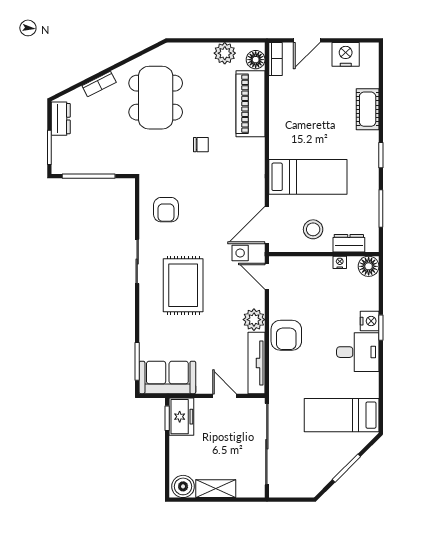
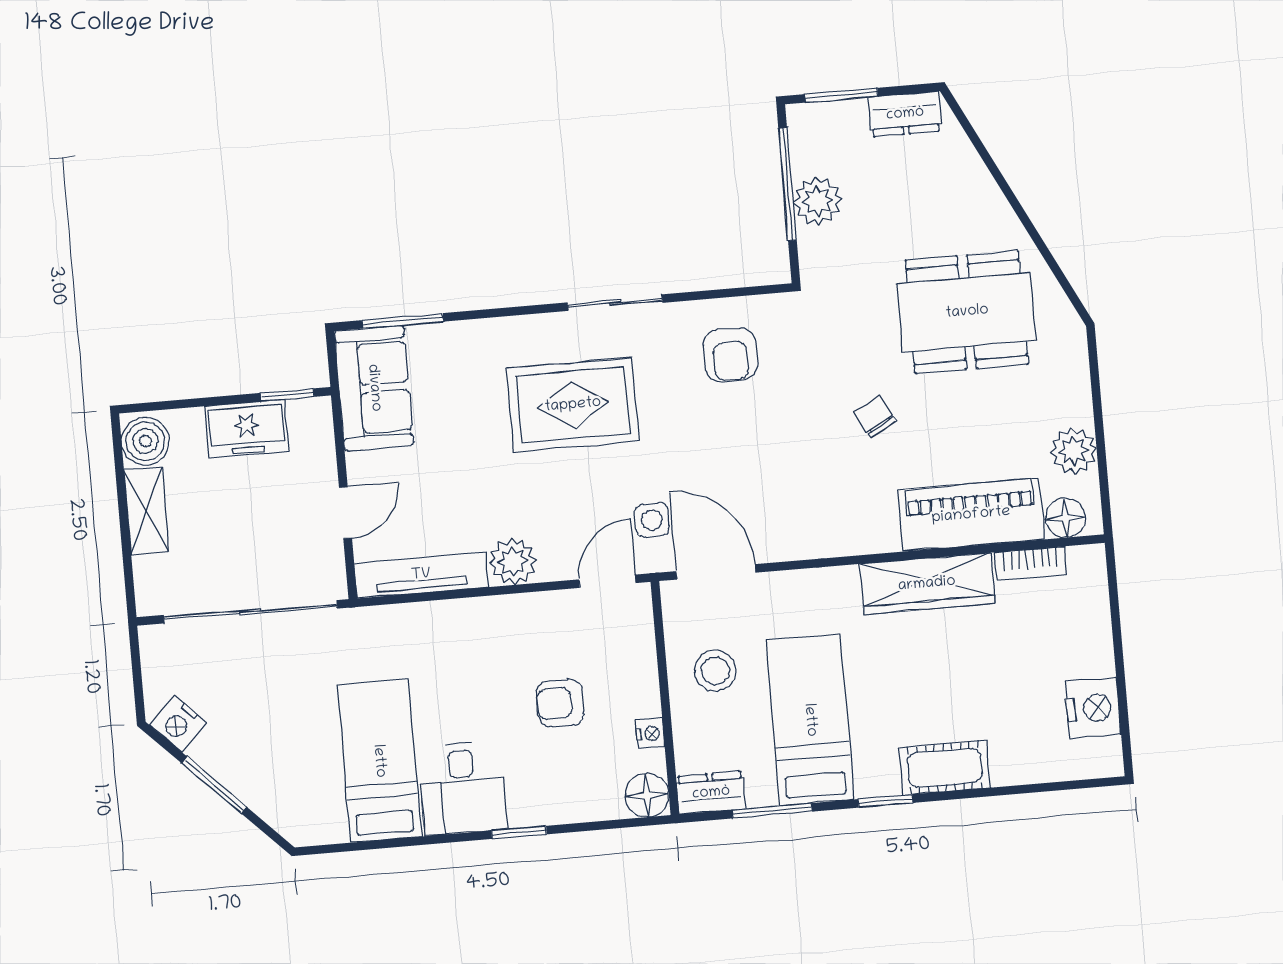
door: (307, 40) -> (1116, 623), removed
bookcase: (276, 59) -> (1030, 563), moved
bookcase: (99, 84) -> (985, 190), removed
cot: (368, 109) -> (945, 768), moved
wardrobe: (281, 127) -> (927, 584), added
chair: (201, 145) -> (875, 417), turned 151
plant: (98, 163) -> (818, 201), added
bed: (308, 177) -> (810, 720), moved, turned 180
armchair: (166, 210) -> (730, 355), turned -90
dresser: (349, 243) -> (711, 793), moved, turned -90
nightstand: (370, 321) -> (178, 724), moved, turned 45
armchair: (286, 335) -> (560, 703), moved, width x0.72, depth x0.72
bed: (342, 415) -> (379, 761), moved
freezer: (181, 417) -> (247, 429), moved

